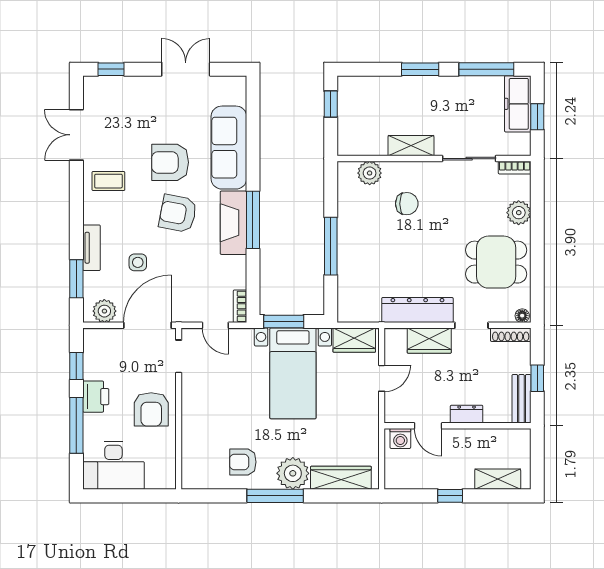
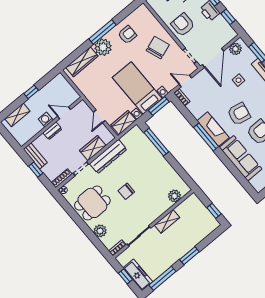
chair: (407, 204) -> (126, 191), moved
window: (331, 246) -> (156, 142), moved
chair: (215, 407) -> (158, 48), added
washing machine: (400, 438) -> (46, 120), moved

